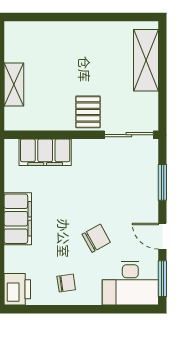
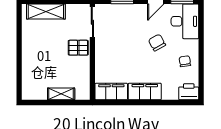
filing cabinet: (45, 152) -> (111, 92), moved, turned -90

